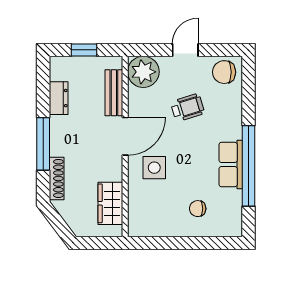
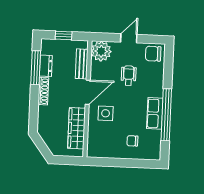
wheelchair: (188, 108) -> (129, 76), turned -73
window: (43, 144) -> (36, 68), moved
shoe rack: (57, 178) -> (43, 91), moved
wardrobe: (110, 203) -> (77, 128), width x1.50

